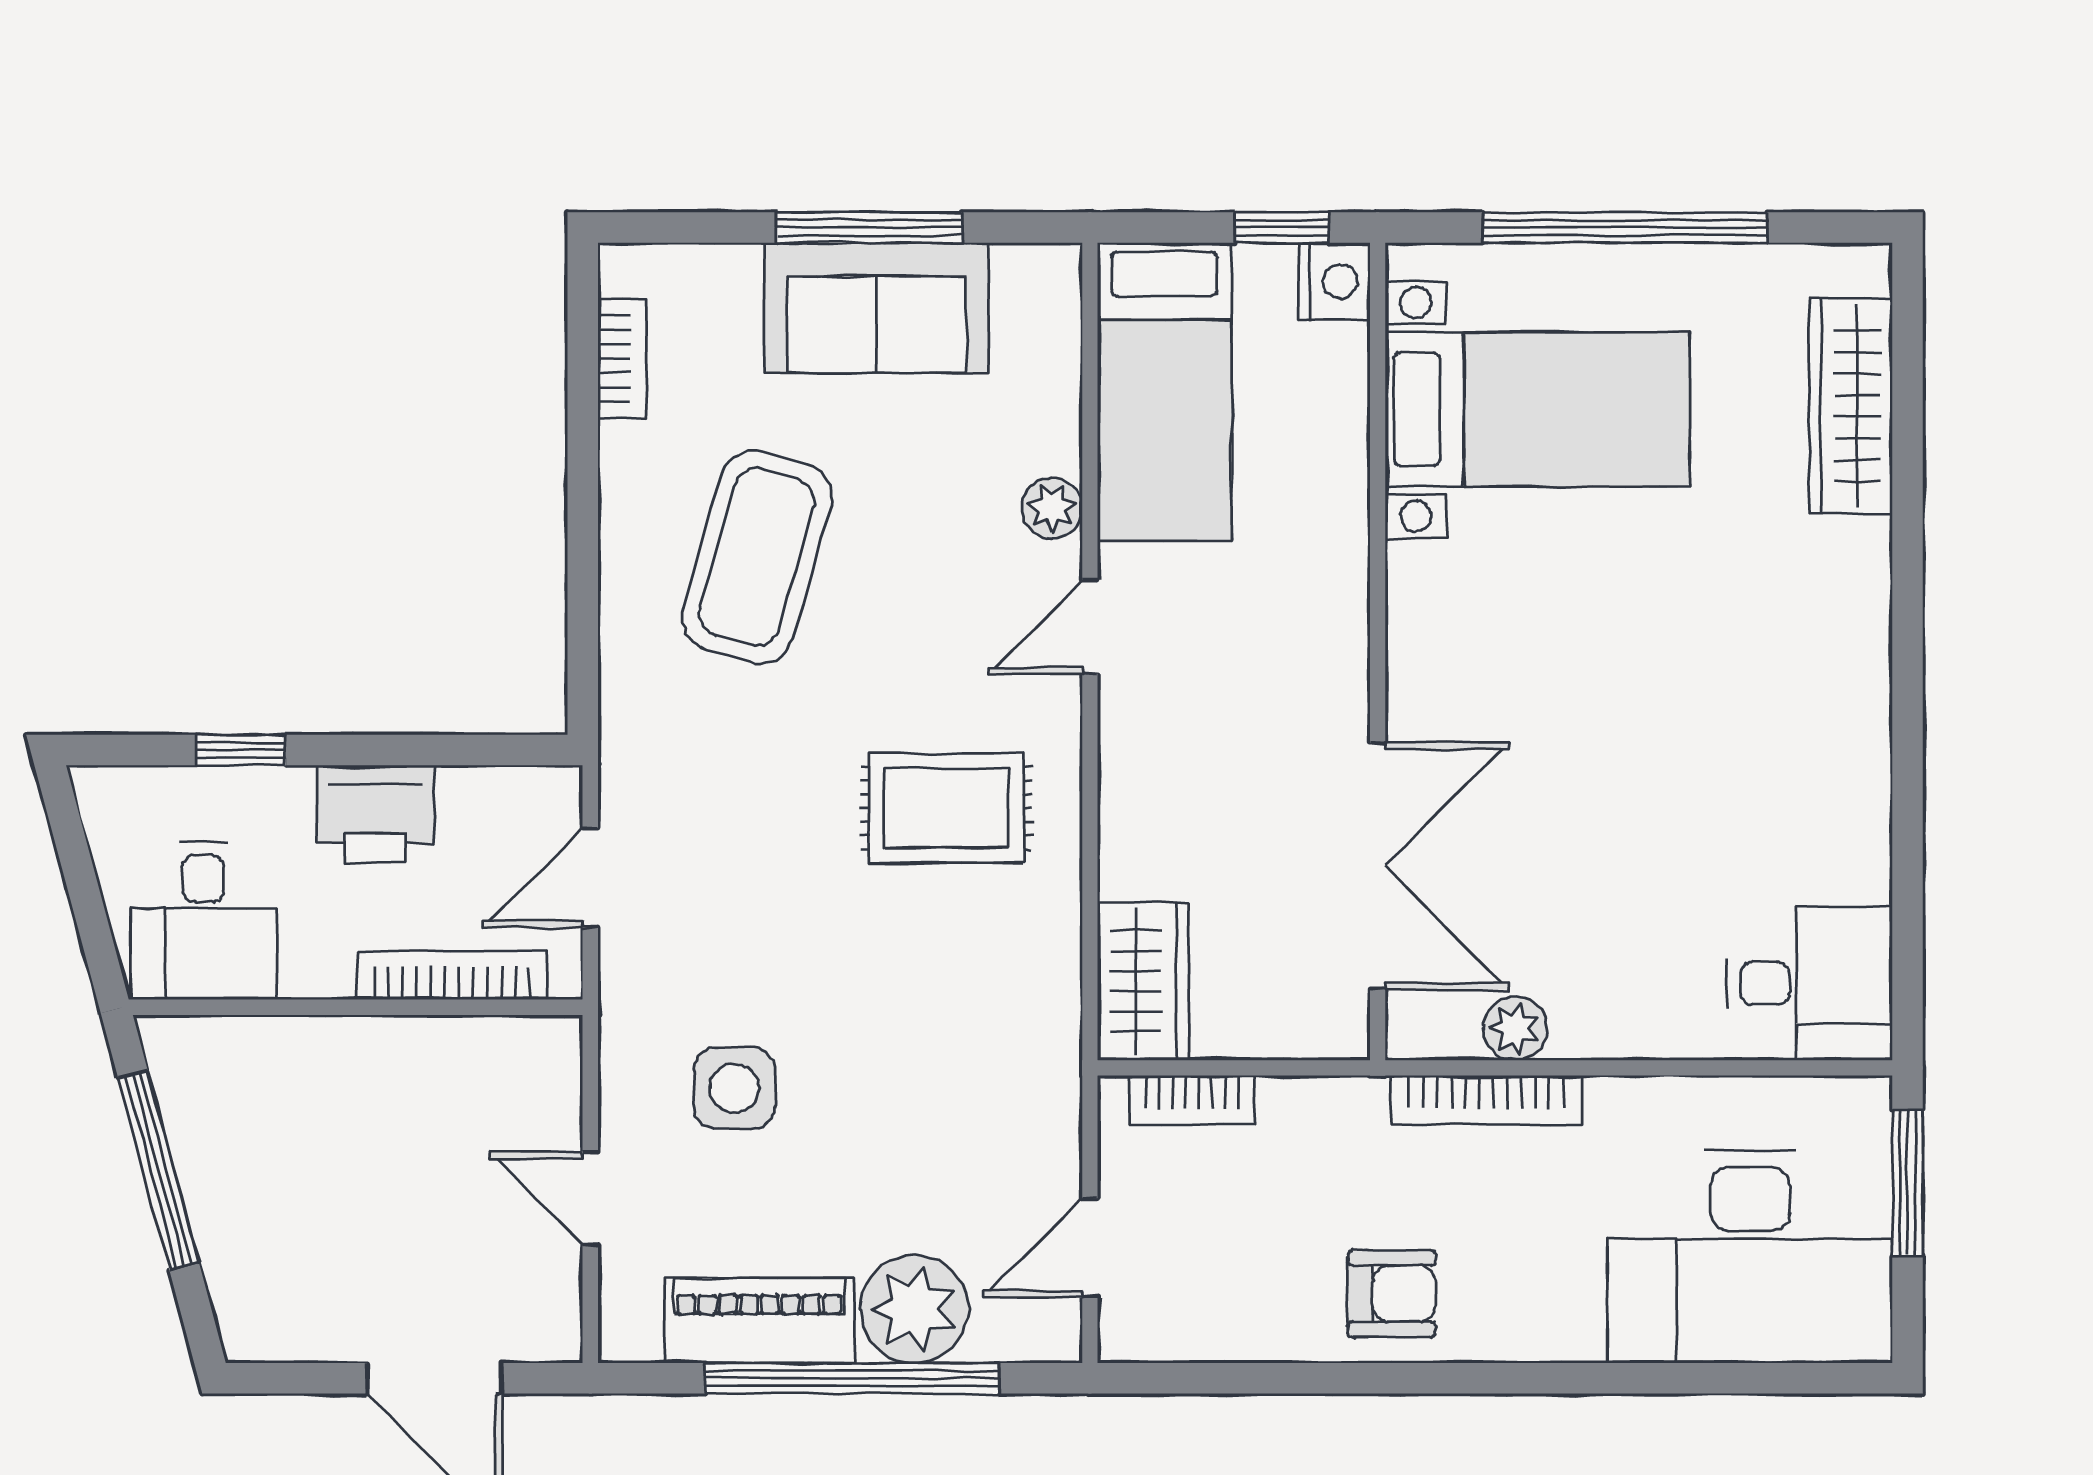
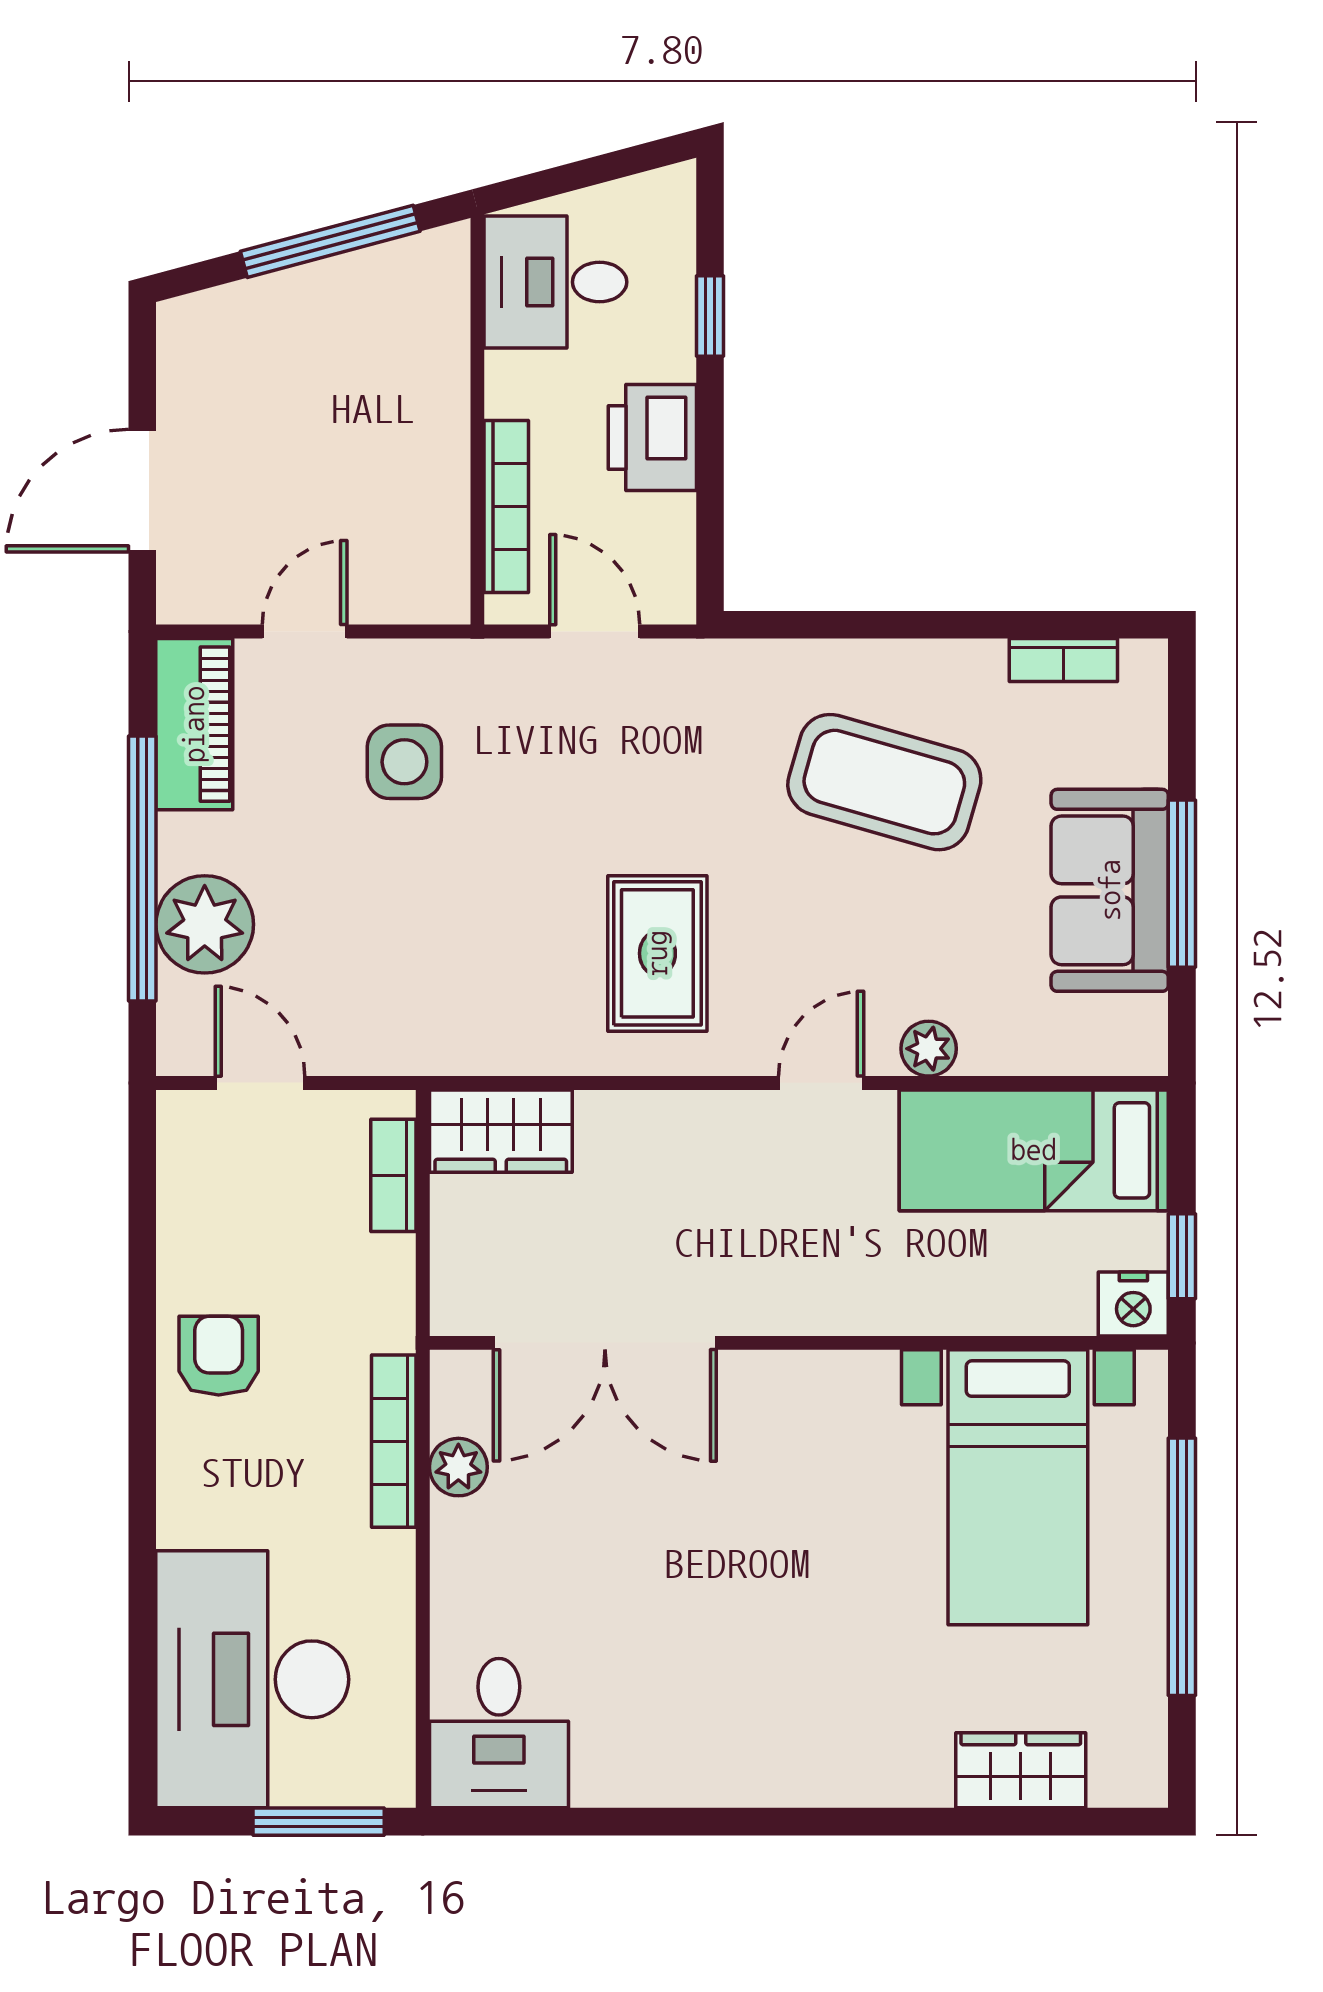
wardrobe: (1851, 406) -> (1021, 1770), width x0.67
door: (1090, 627) -> (821, 1083), hinge flipped
armchair: (1392, 1294) -> (219, 1356), turned 180
piano: (759, 1321) -> (194, 724), moved

